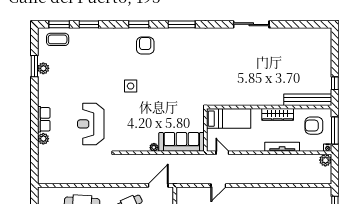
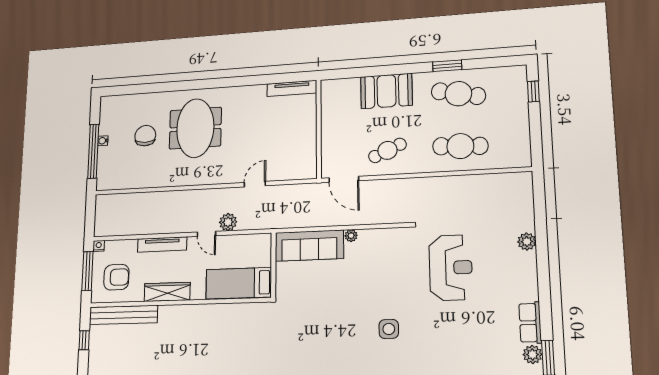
row of seats: (44, 119) -> (530, 323), moved
door: (222, 153) -> (206, 234), moved
plant: (325, 160) -> (228, 222), moved
door: (158, 186) -> (344, 179), hinge flipped

